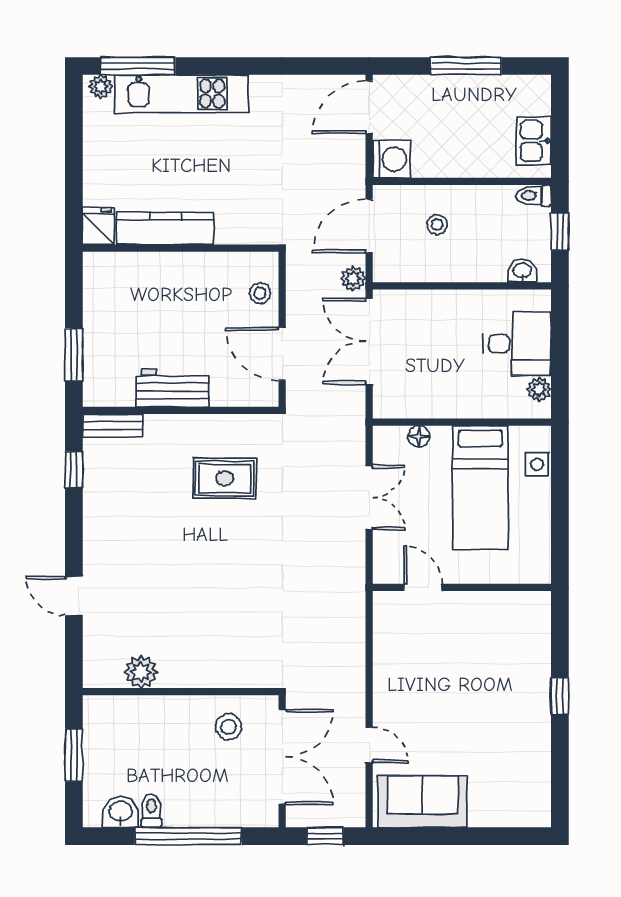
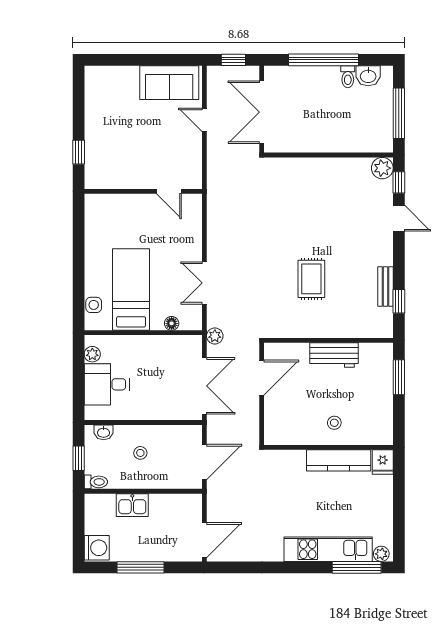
kitchen sink: (534, 141) -> (132, 505), moved, turned 90
washing machine: (391, 159) -> (97, 548), moved, turned 180
stool: (437, 225) -> (140, 453), moved
plant: (353, 279) -> (215, 336), moved
stool: (260, 293) -> (334, 423), moved
door: (282, 354) -> (262, 378), hinge flipped
bench: (113, 425) -> (385, 286), moved, turned 90
rug: (225, 478) -> (311, 279), moved, turned 90
door: (423, 587) -> (169, 191), moved
wall: (462, 587) -> (143, 191), moved
window: (74, 650) -> (399, 182), added
plant: (141, 672) -> (382, 168), moved
stool: (229, 727) -> (297, 132), removed
window: (74, 755) -> (399, 113), width x1.44

